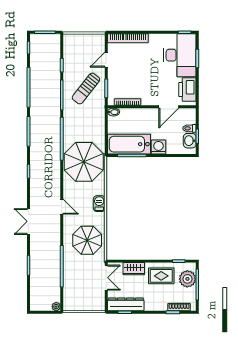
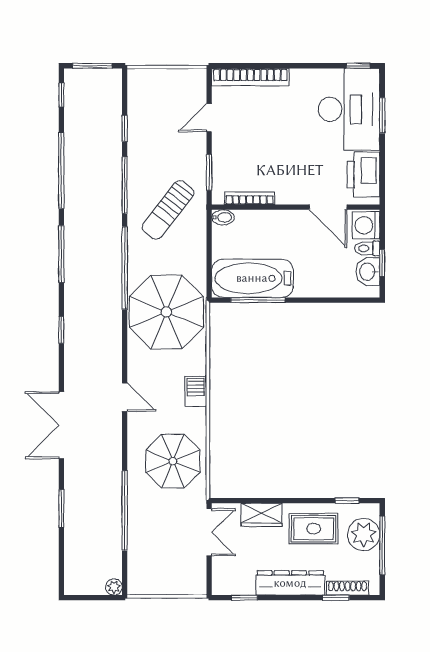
sun lounger: (86, 89) -> (168, 210), moved
door: (169, 107) -> (328, 207), hinge flipped
washing machine: (159, 147) -> (366, 225), moved, turned -90
double door: (28, 221) -> (61, 425), width x1.37
dresser: (126, 304) -> (290, 583), moved

